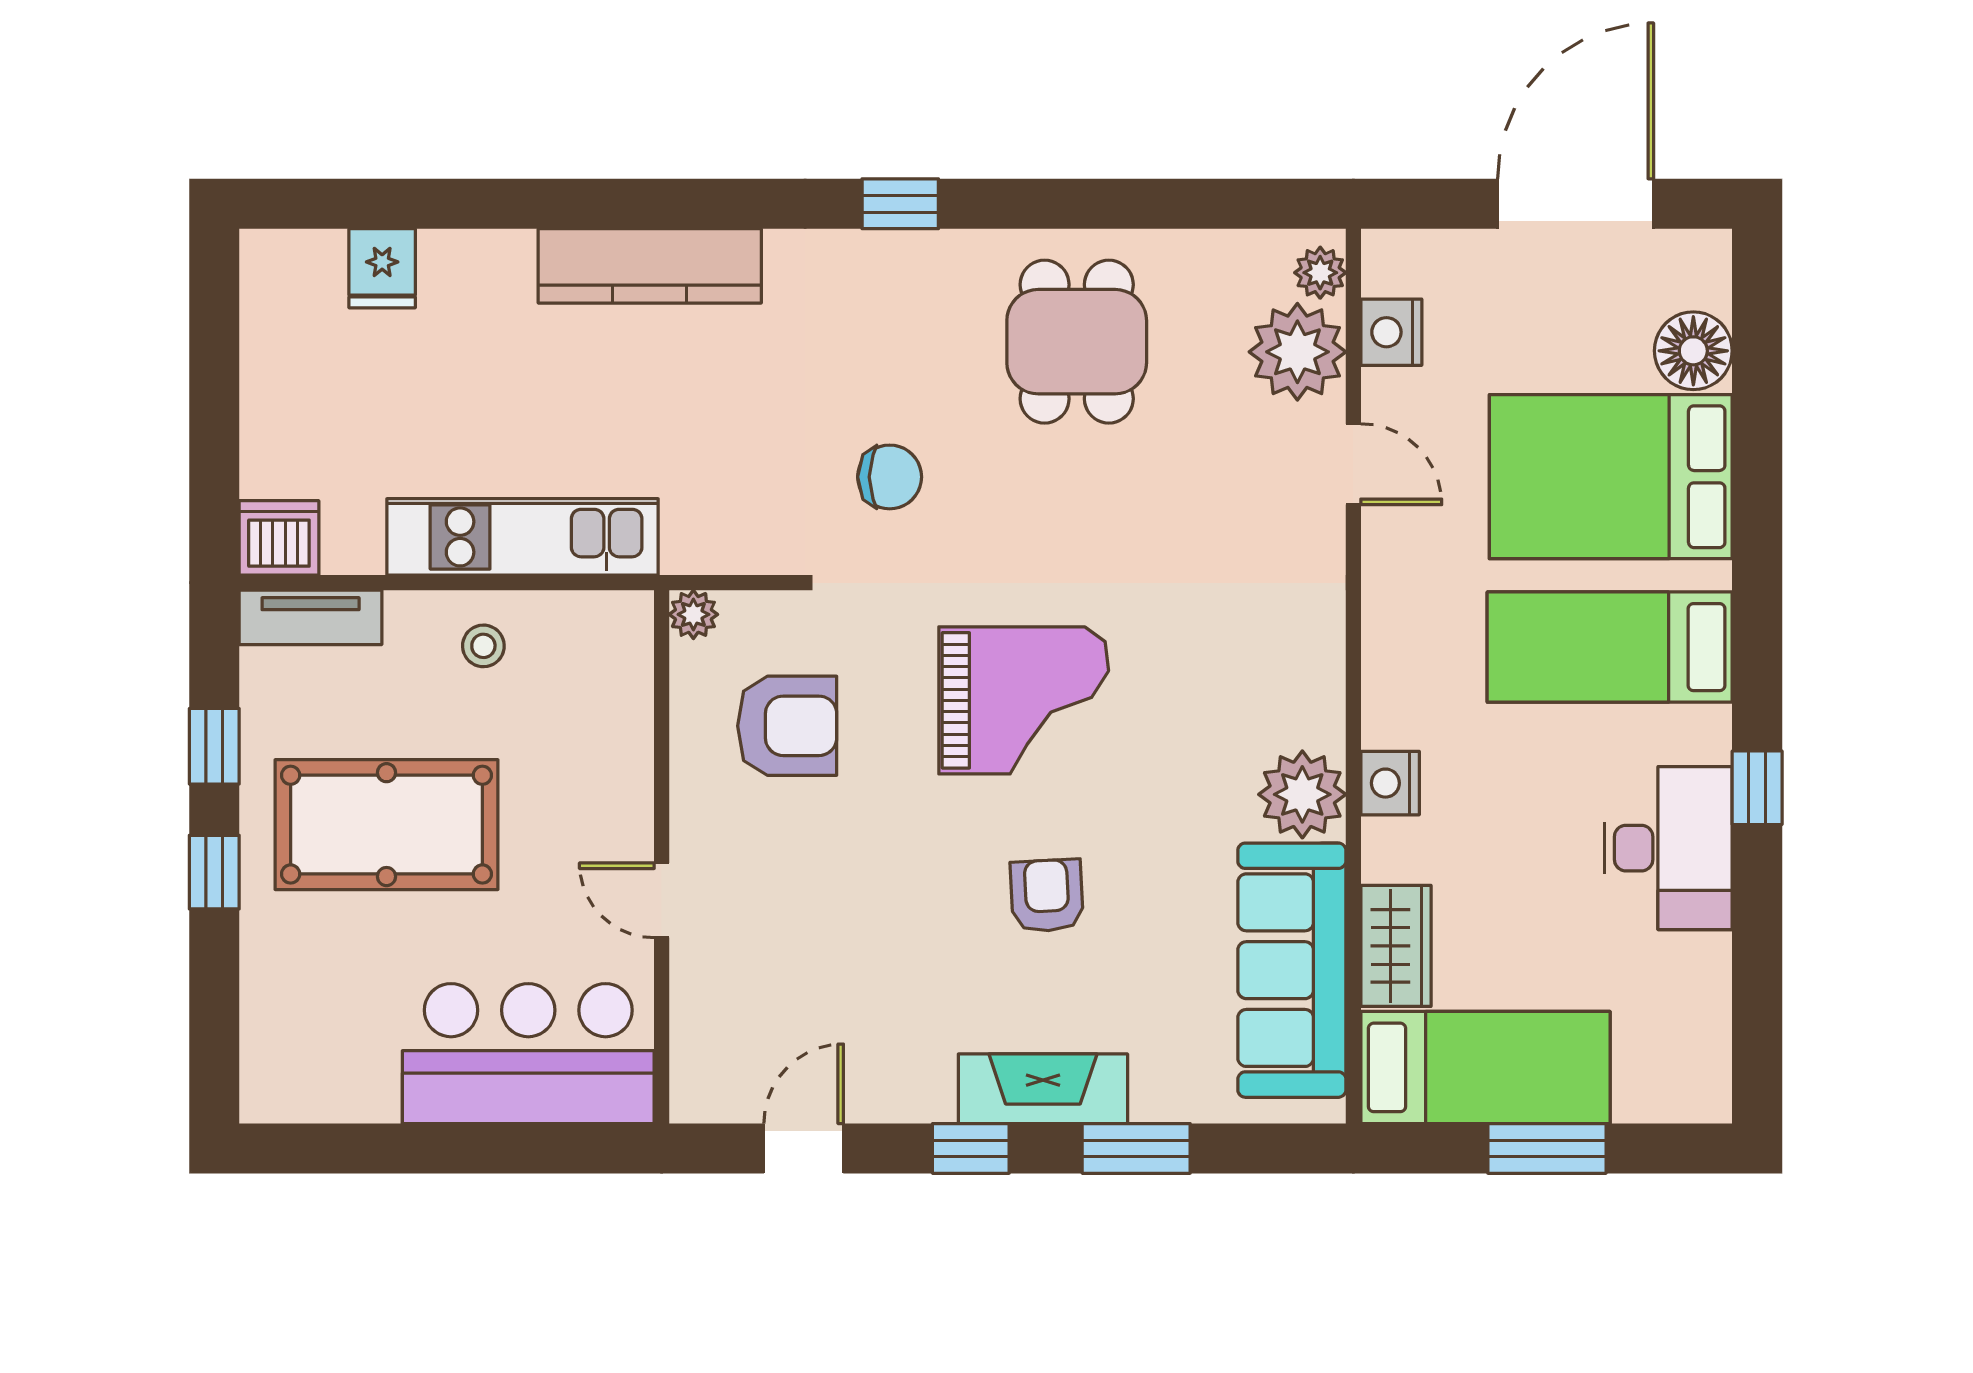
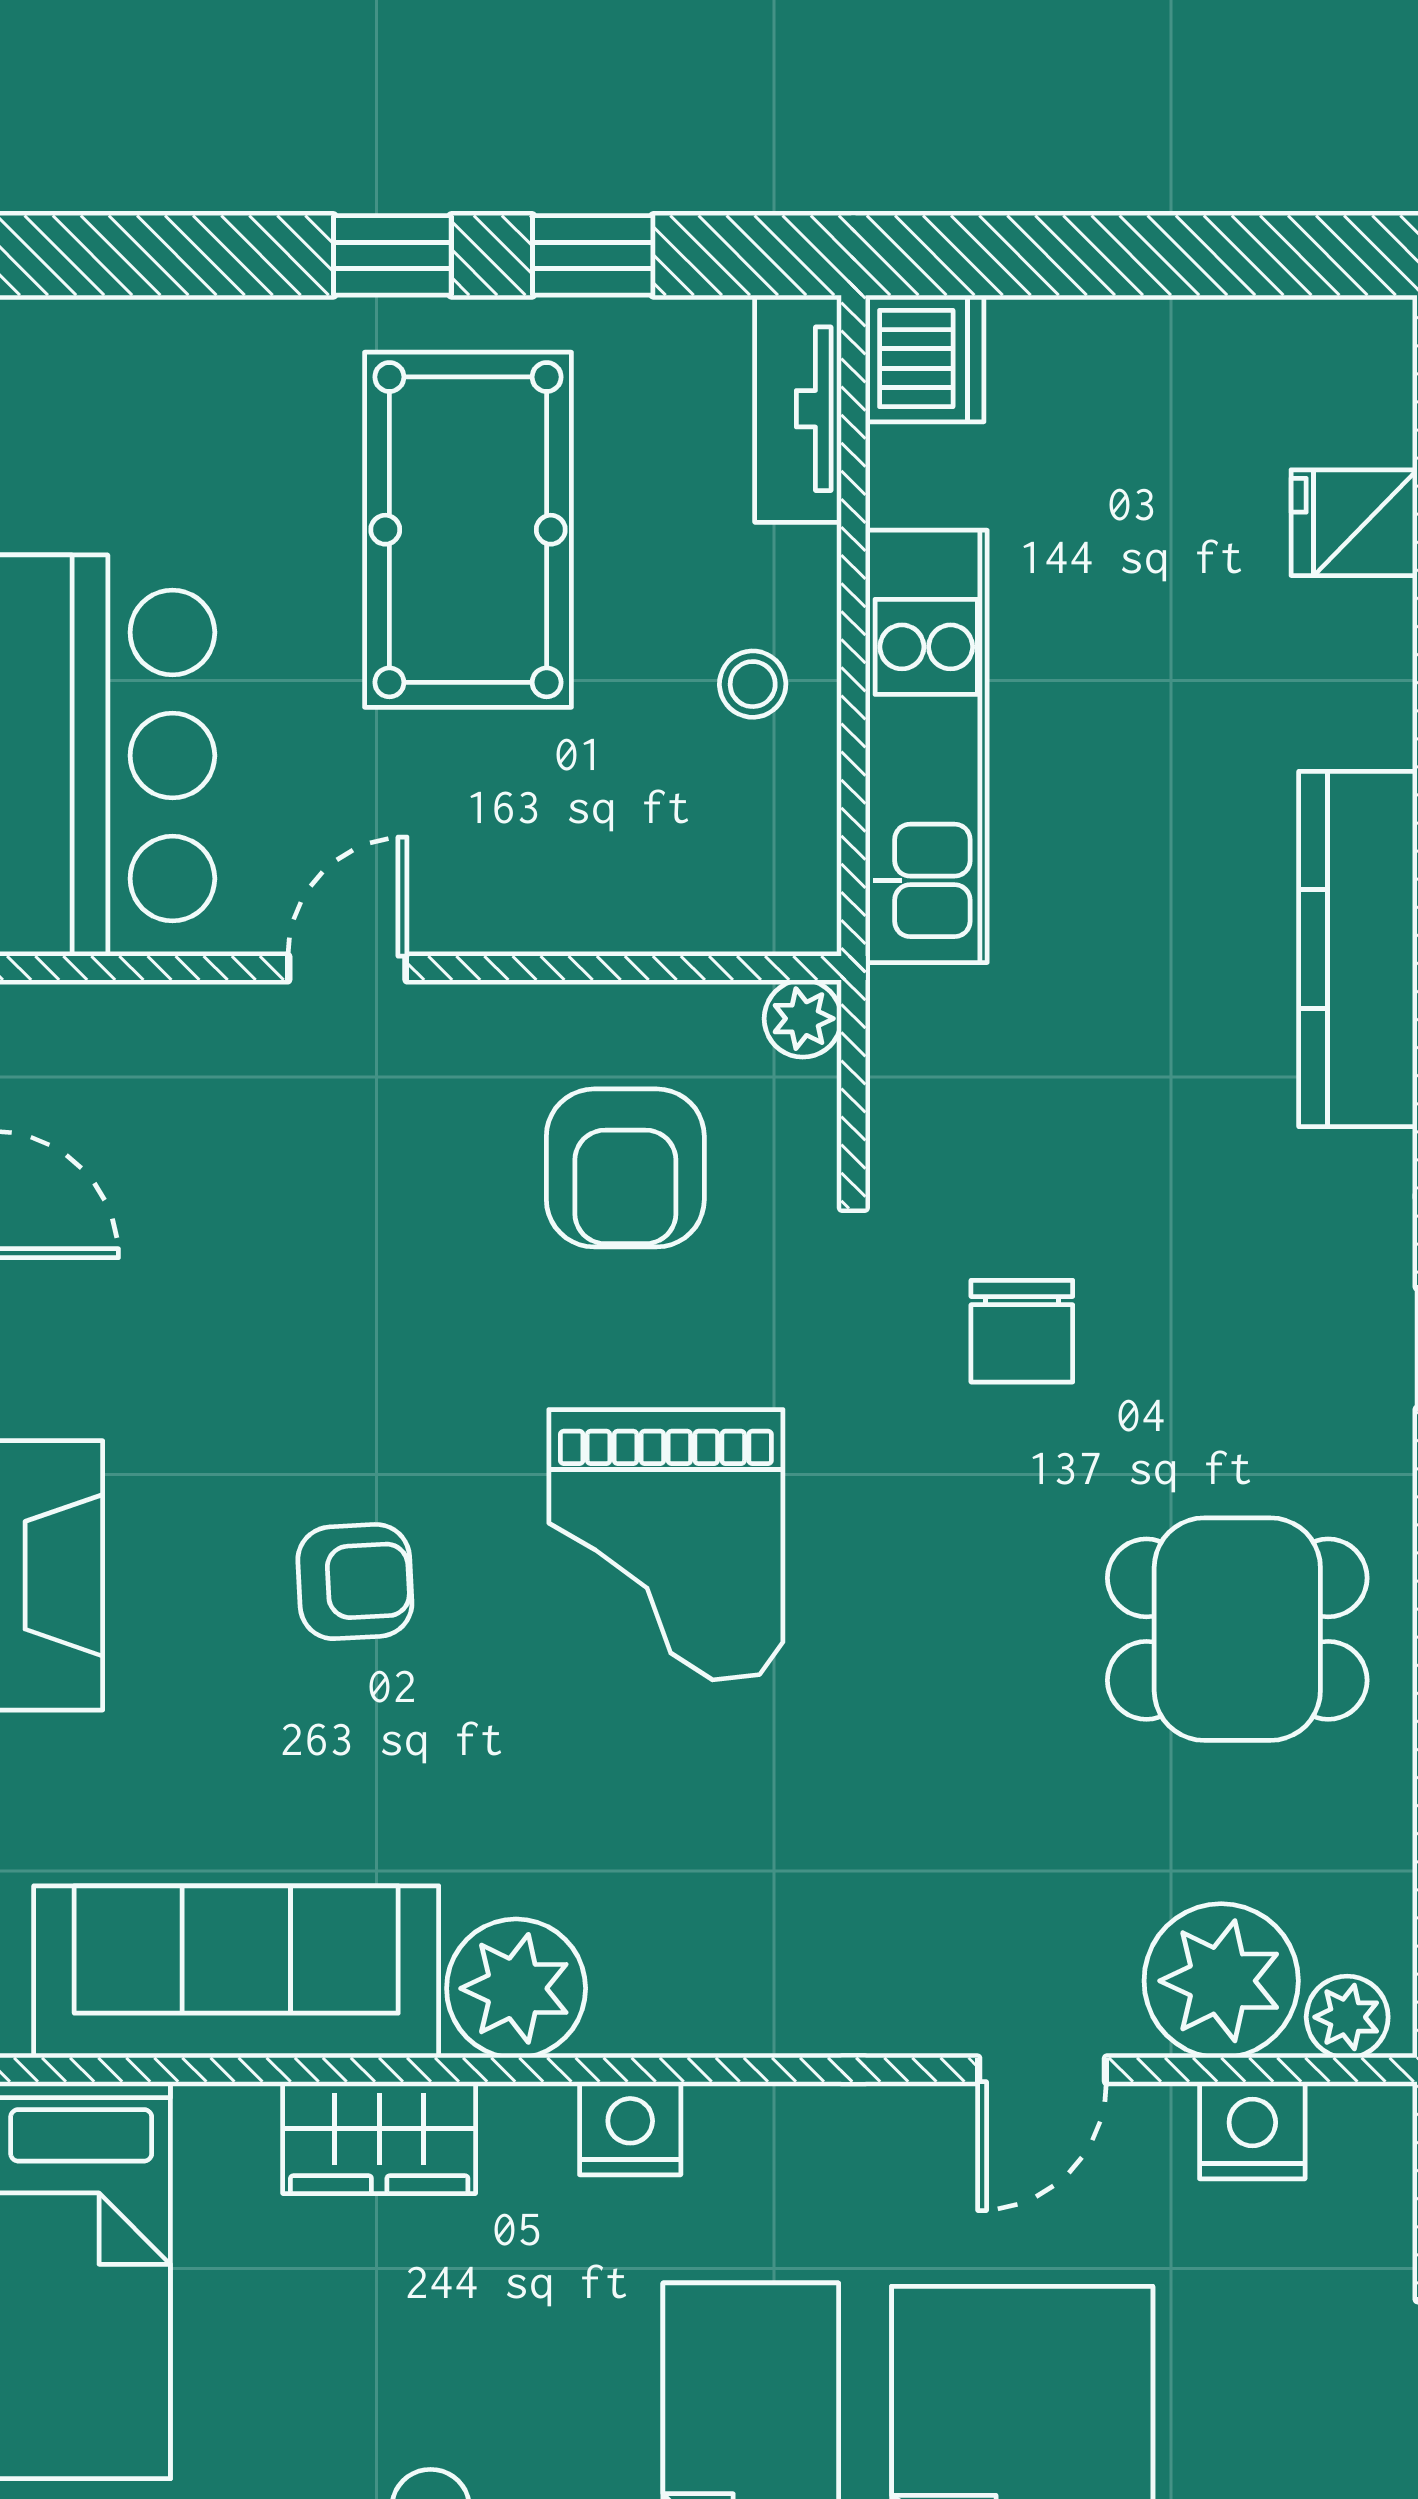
nightstand: (1390, 783) -> (630, 2128), moved
wardrobe: (1396, 946) -> (379, 2138), moved

